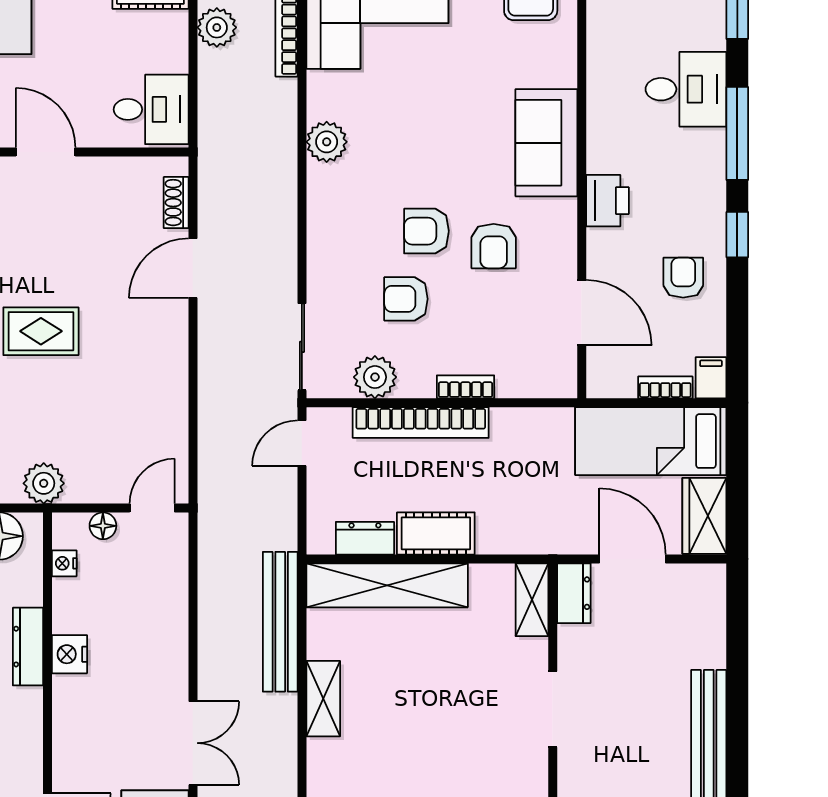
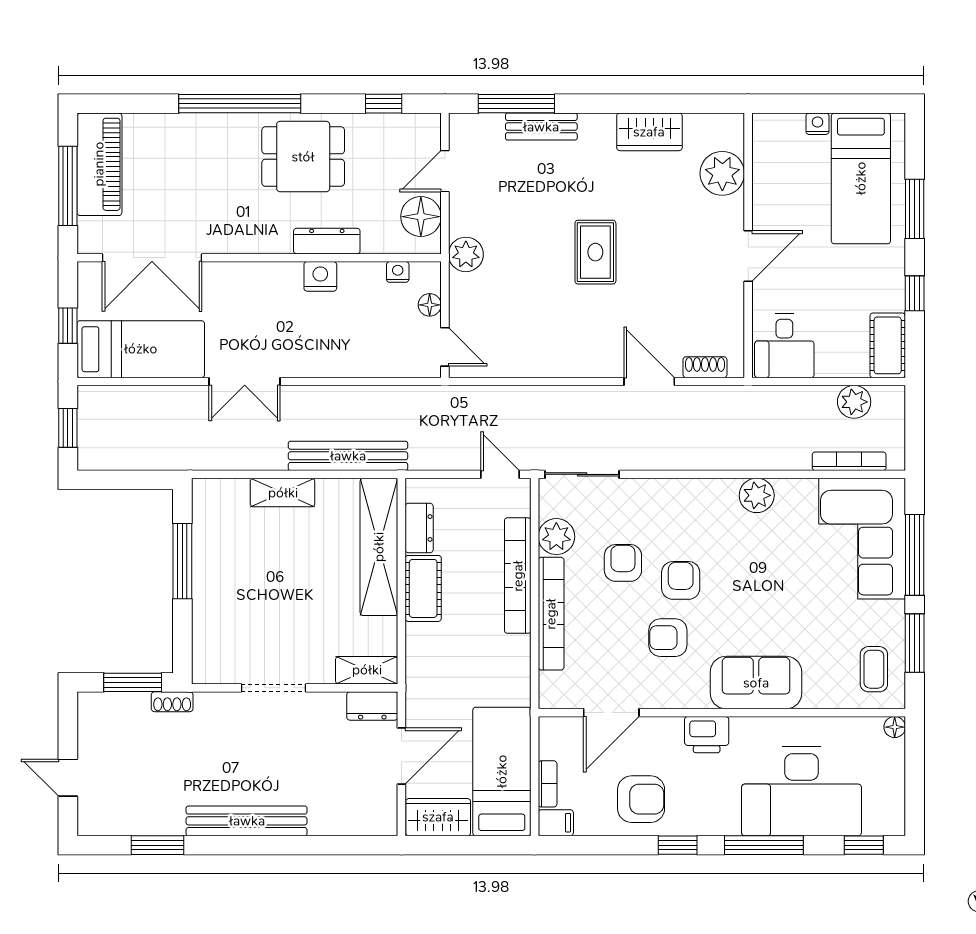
desk: (686, 89) -> (802, 791), width x1.87, depth x1.30
armchair: (683, 278) -> (641, 799), width x1.38, depth x1.38
bookcase: (465, 387) -> (551, 614), width x2.31, depth x1.31

